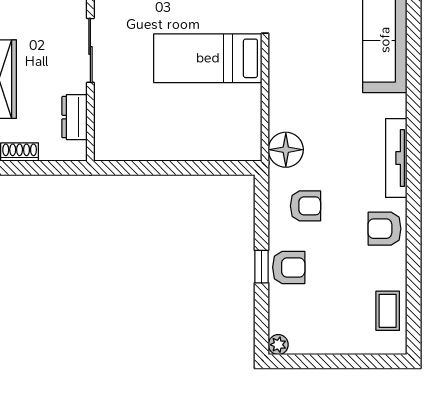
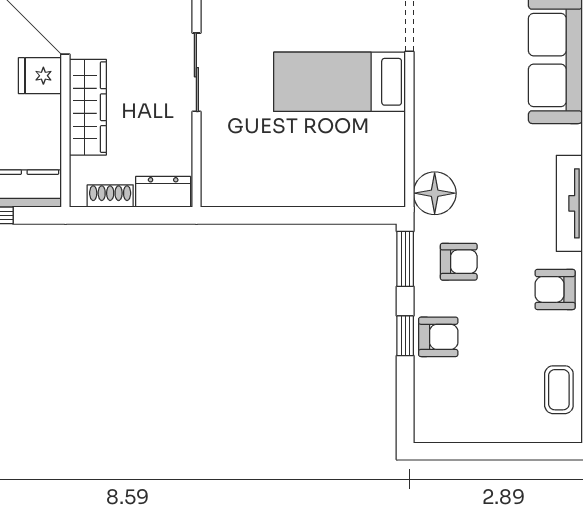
dresser: (75, 117) -> (163, 192), moved, turned 90
window: (262, 204) -> (405, 259), added
plant: (278, 345) -> (425, 431), removed

